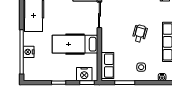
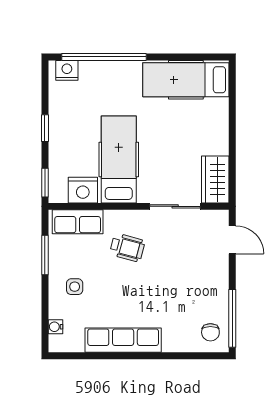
wheelchair: (140, 33) -> (127, 248), moved
nightstand: (29, 52) -> (67, 70), moved
nightstand: (84, 74) -> (83, 190), moved, turned -90

